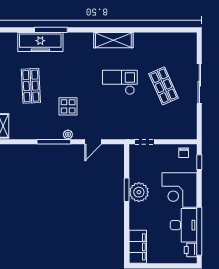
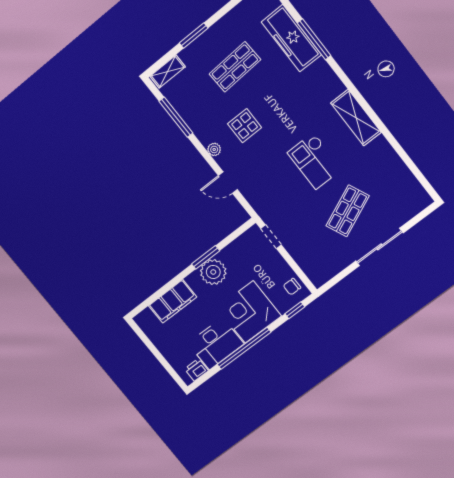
checkout: (120, 82) -> (315, 161), turned 180
window: (54, 142) -> (176, 117), moved
window: (199, 231) -> (244, 348), moved
filing cabinet: (138, 247) -> (173, 301), moved

